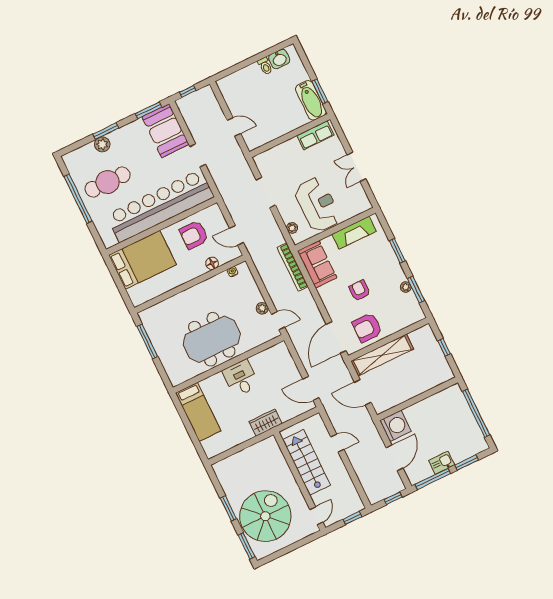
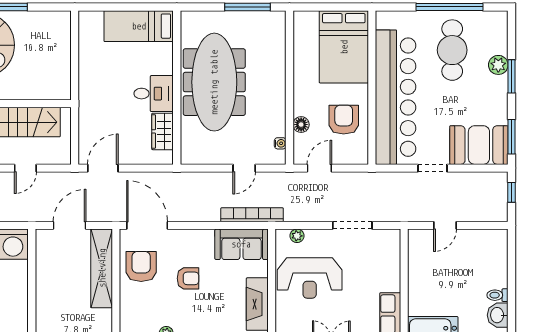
plant: (262, 308) -> (222, 157), removed
door: (278, 321) -> (244, 168), moved
meeting table: (212, 339) -> (214, 82), width x1.36
wardrobe: (266, 423) -> (162, 131), moved, turned 180

